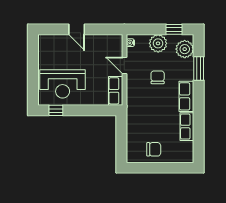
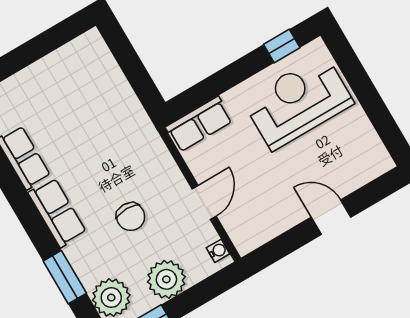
door: (124, 65) -> (204, 203), hinge flipped
row of seats: (116, 91) -> (199, 124), moved, turned 90
chair: (154, 149) -> (60, 80), removed

